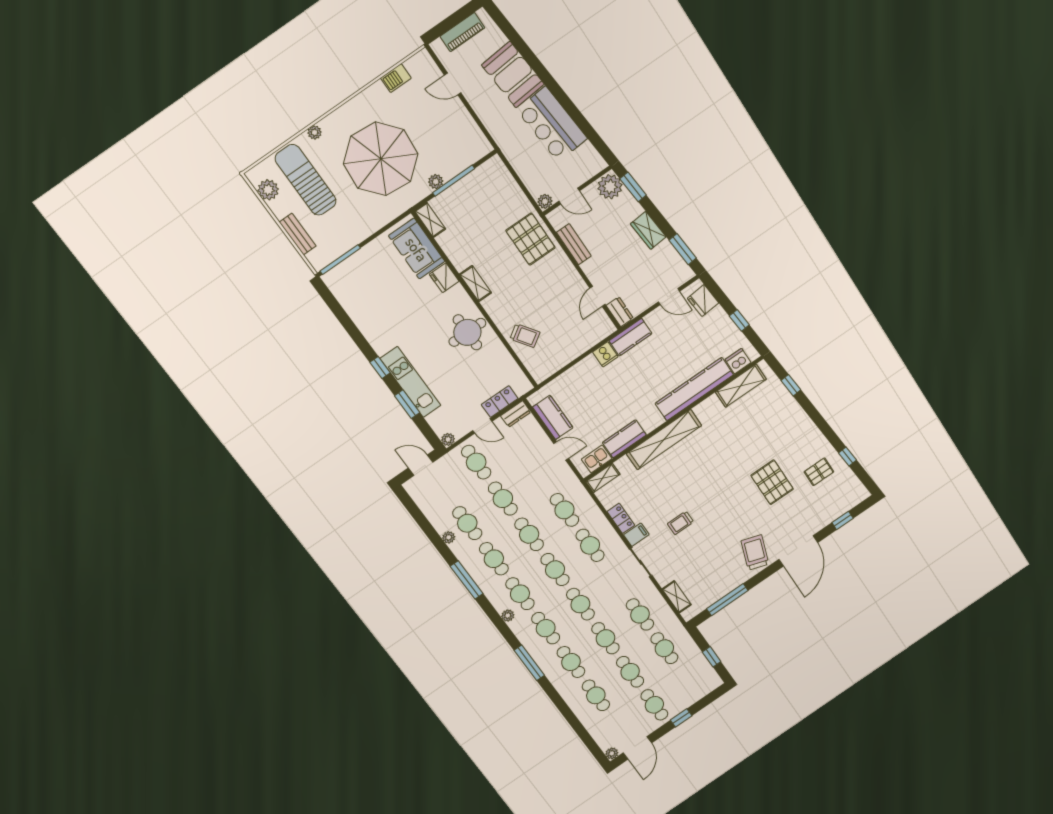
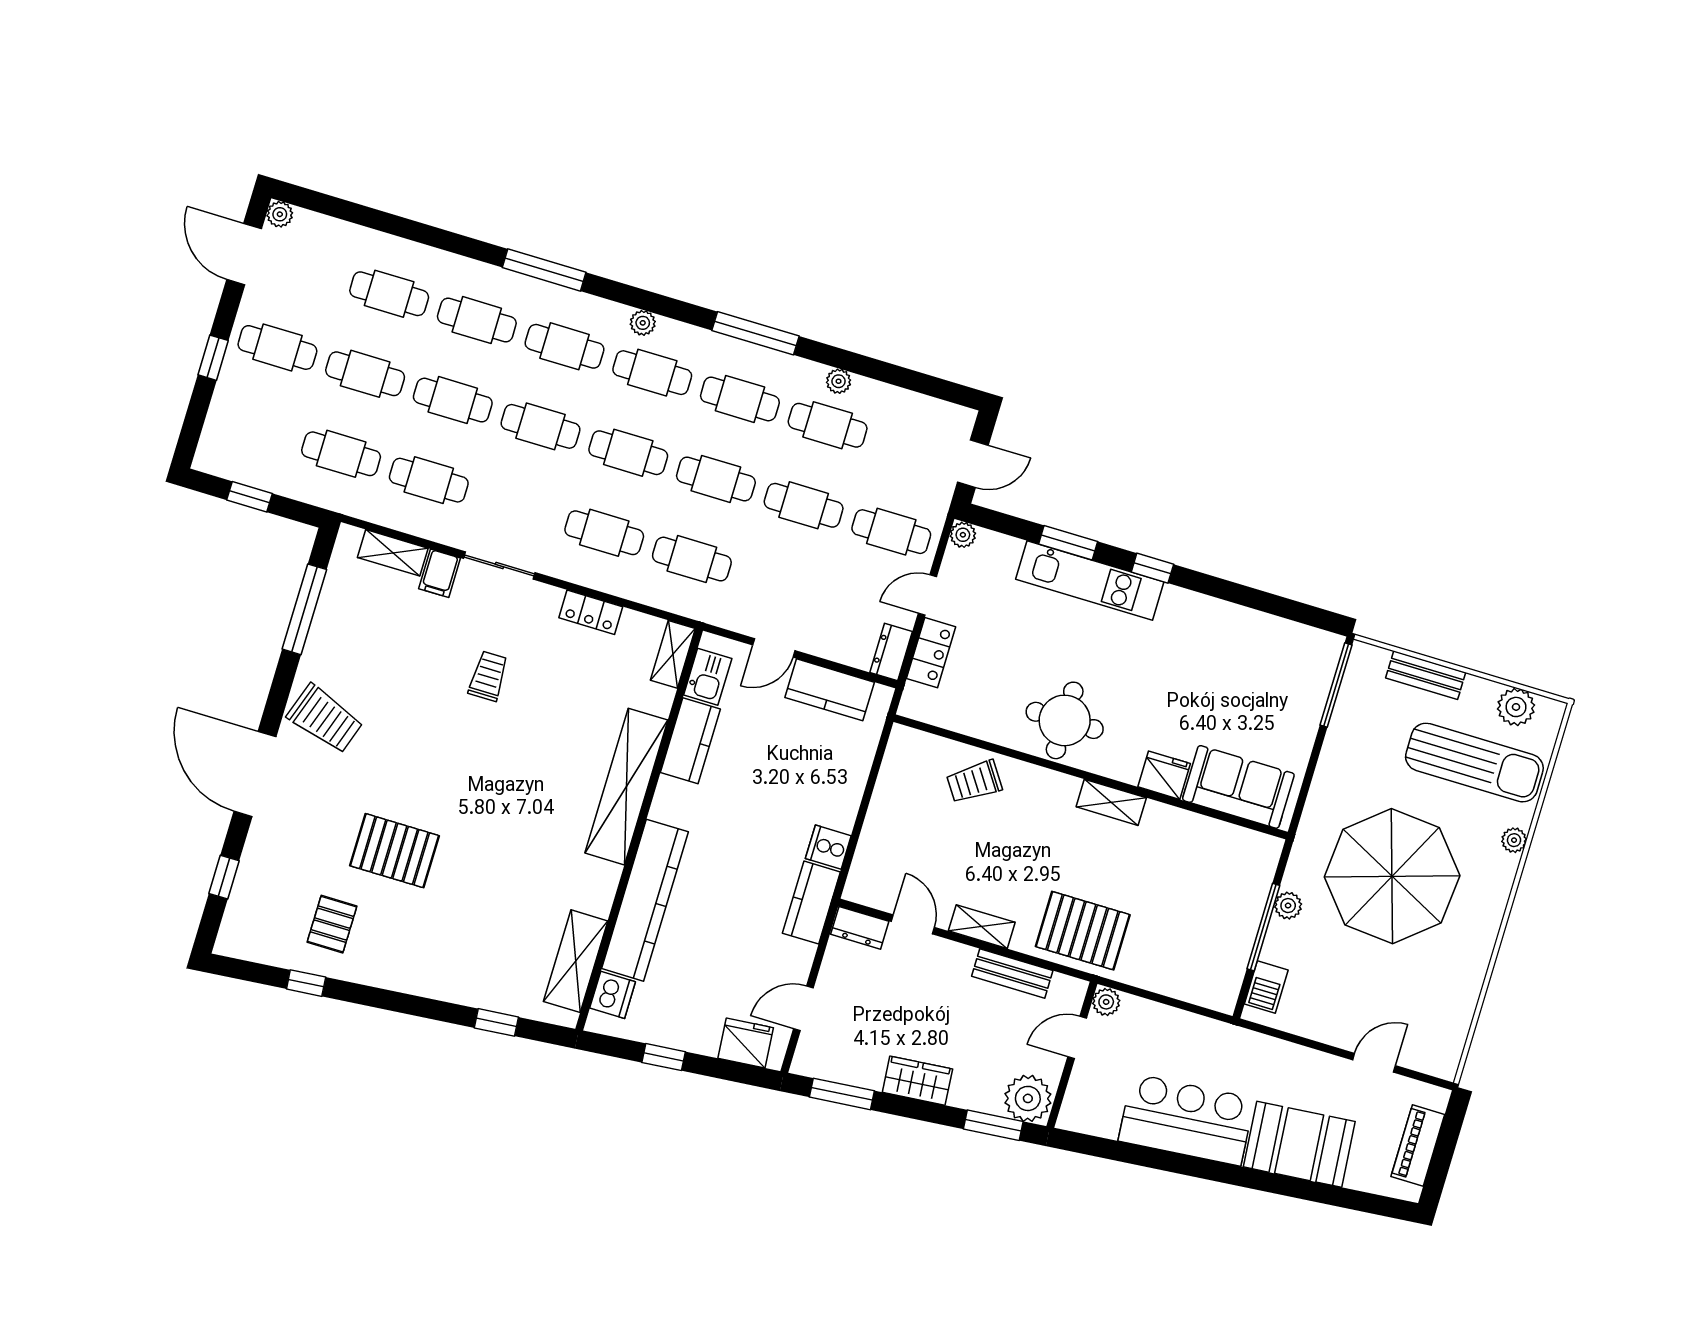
barbecue: (396, 78) -> (1266, 987), moved, turned 180
shelving: (430, 220) -> (982, 927), moved
filing cabinet: (636, 535) -> (440, 573), moved

